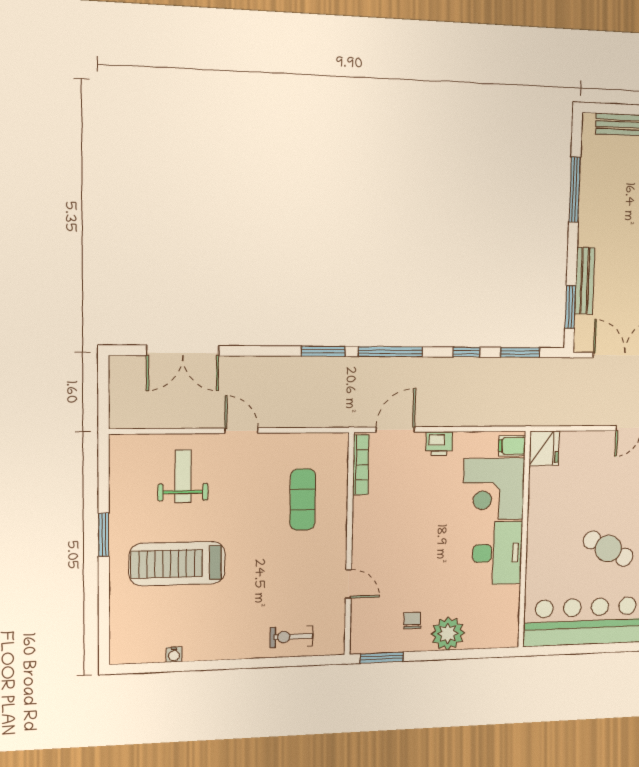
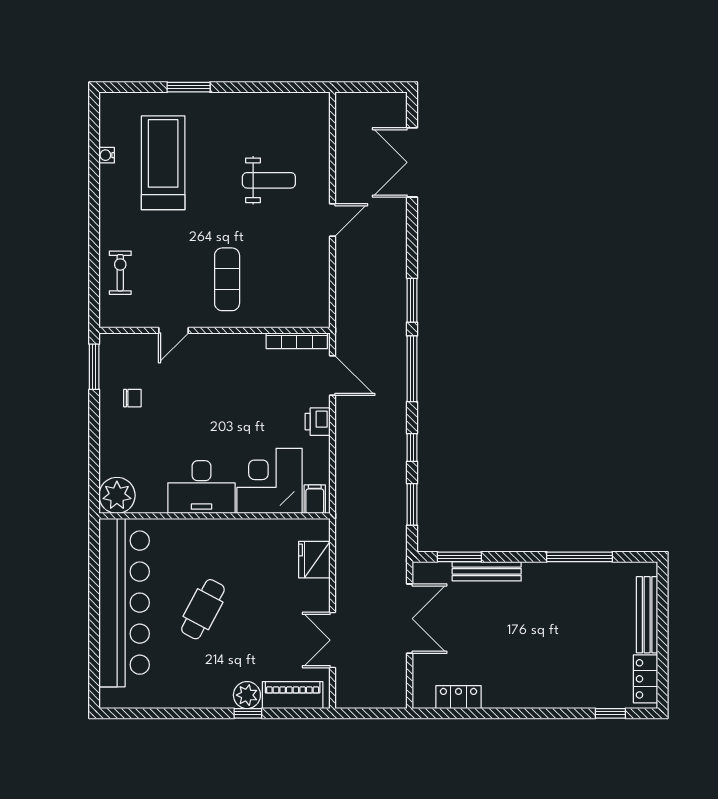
fridge: (544, 448) -> (314, 560), moved, turned 90
weight bench: (183, 476) -> (269, 180), moved
exercise mat: (303, 499) -> (227, 279), moved, turned 90
window: (104, 535) -> (189, 87), moved
treadmill: (177, 564) -> (163, 163), moved
plant: (448, 634) -> (117, 495), moved

